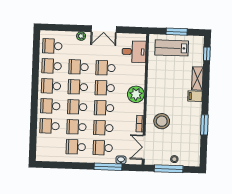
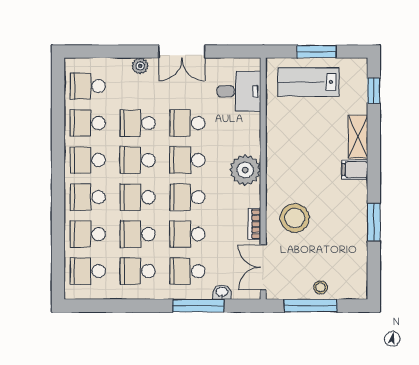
school desk: (49, 146) -> (88, 271), added

